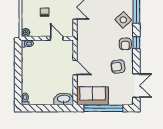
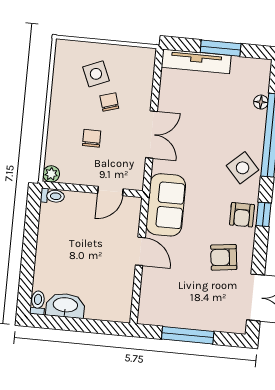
door: (57, 38) -> (110, 191), swing flipped
sofa: (92, 96) -> (166, 205), moved, turned 90
washbasin: (64, 99) -> (65, 305), moved
window: (103, 108) -> (188, 335), width x0.68

